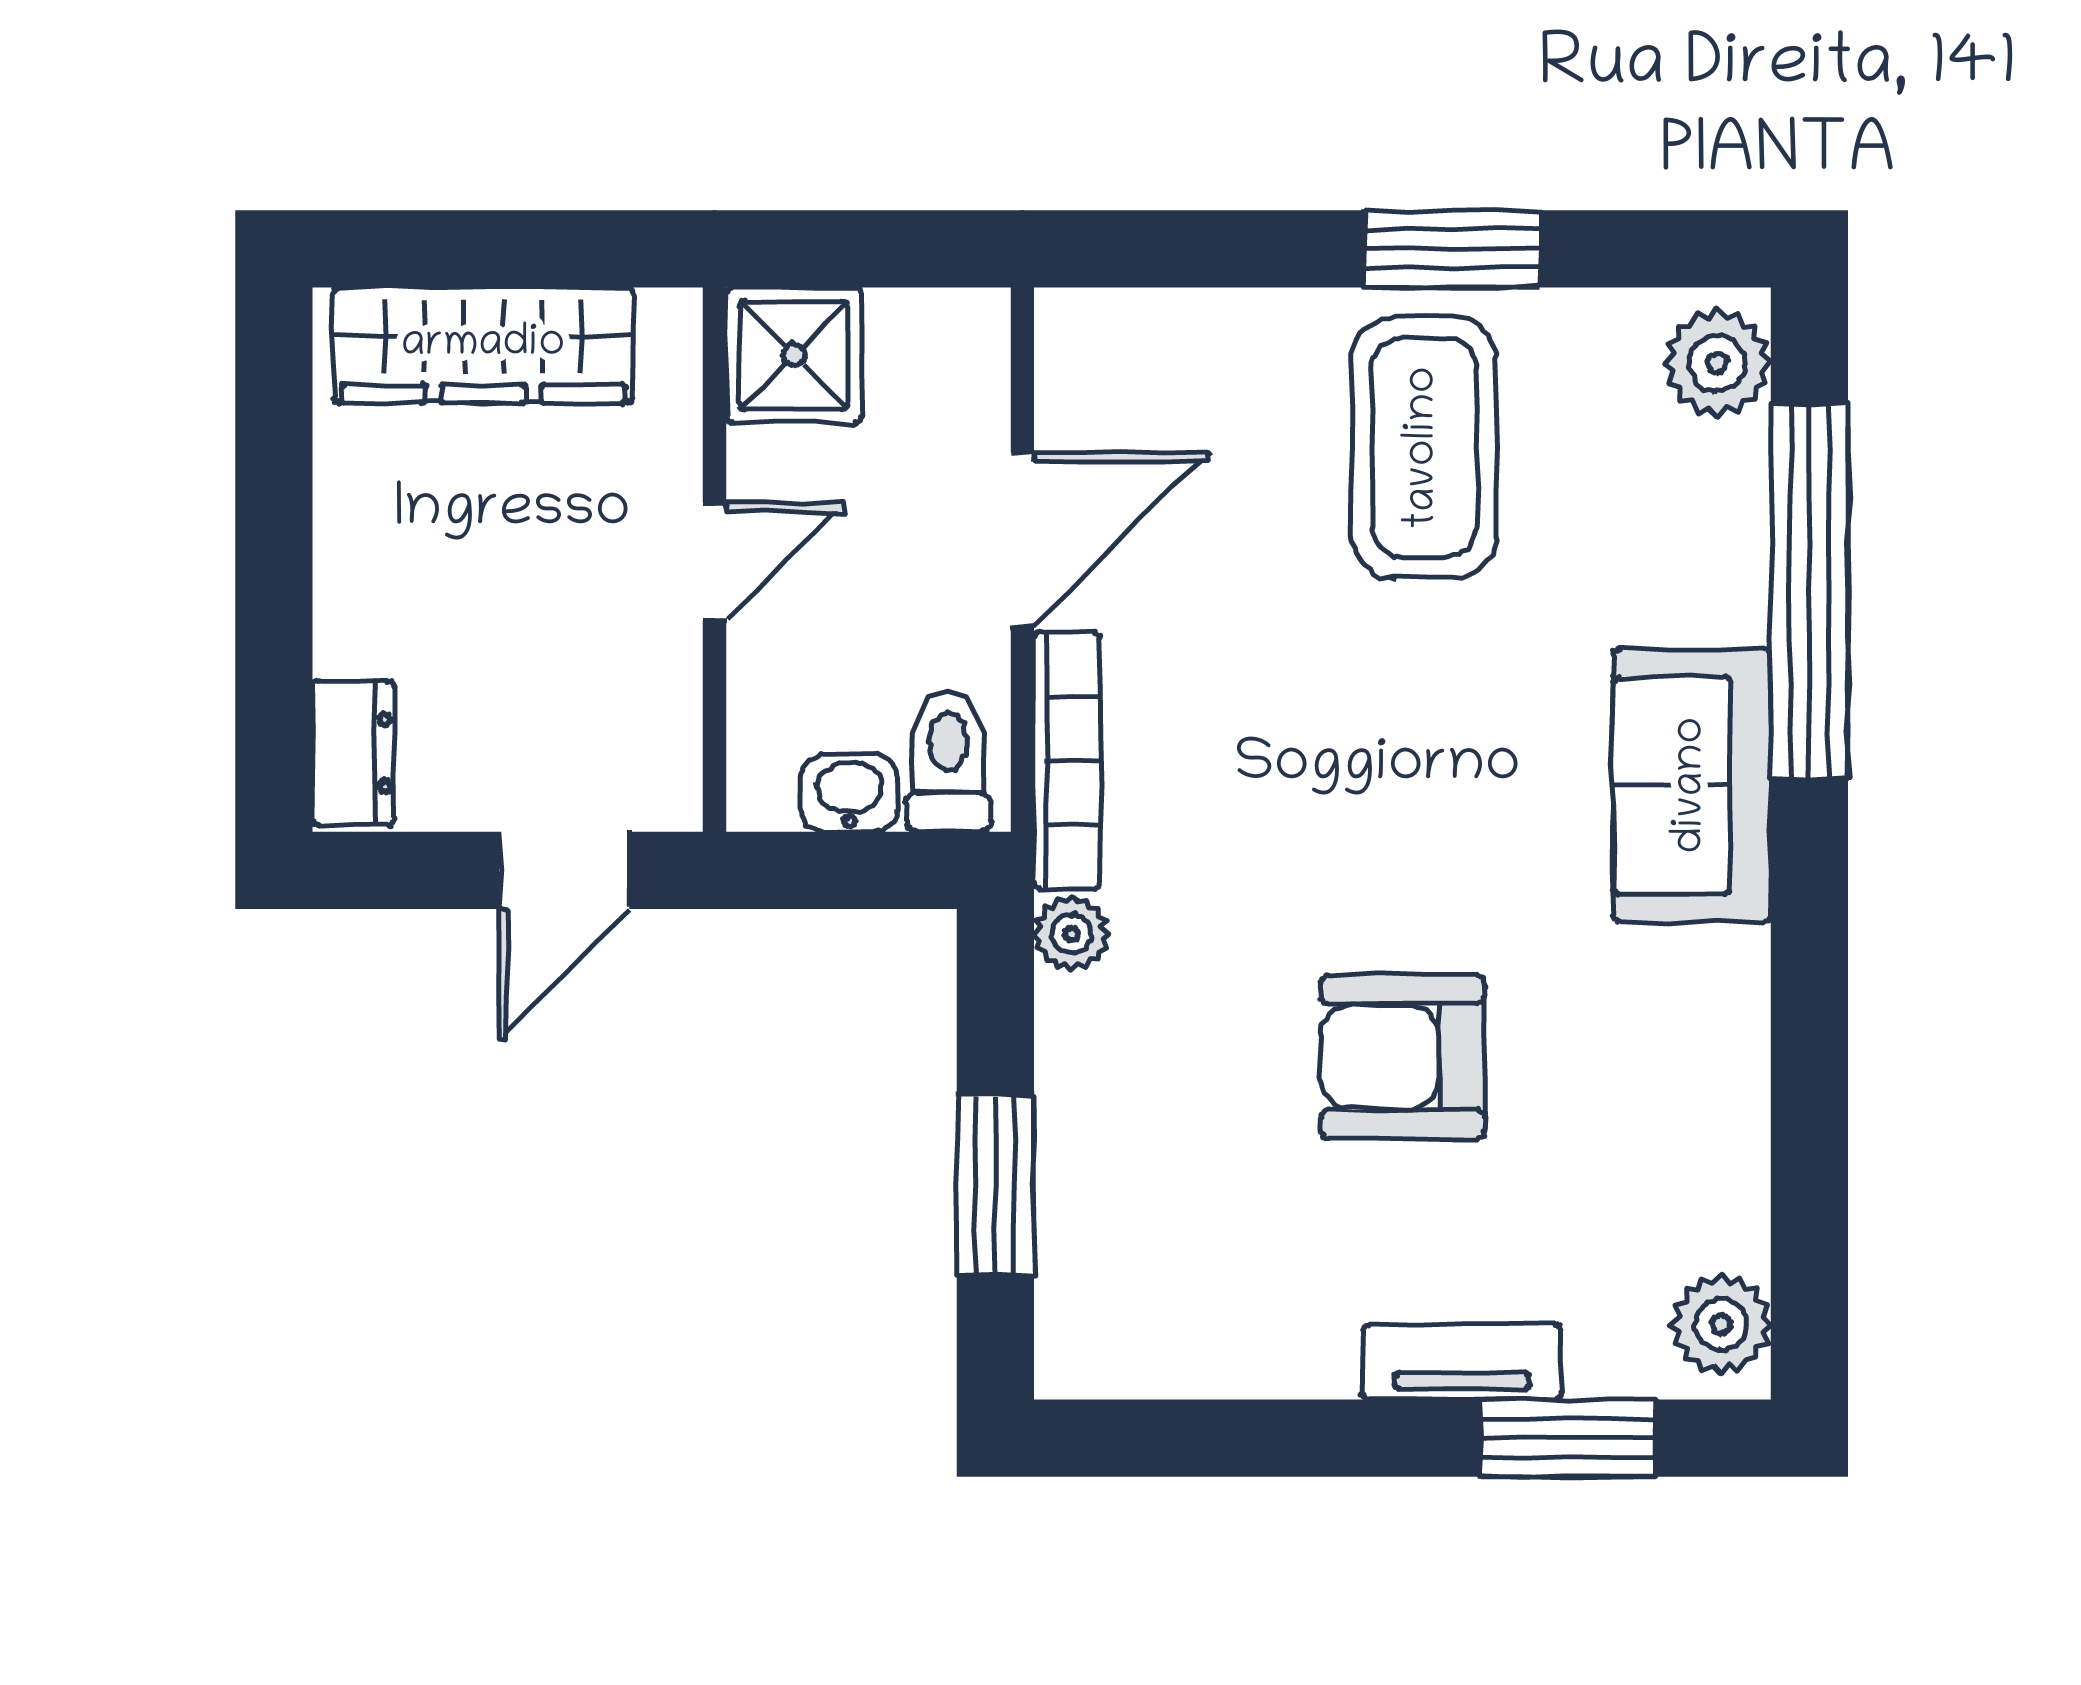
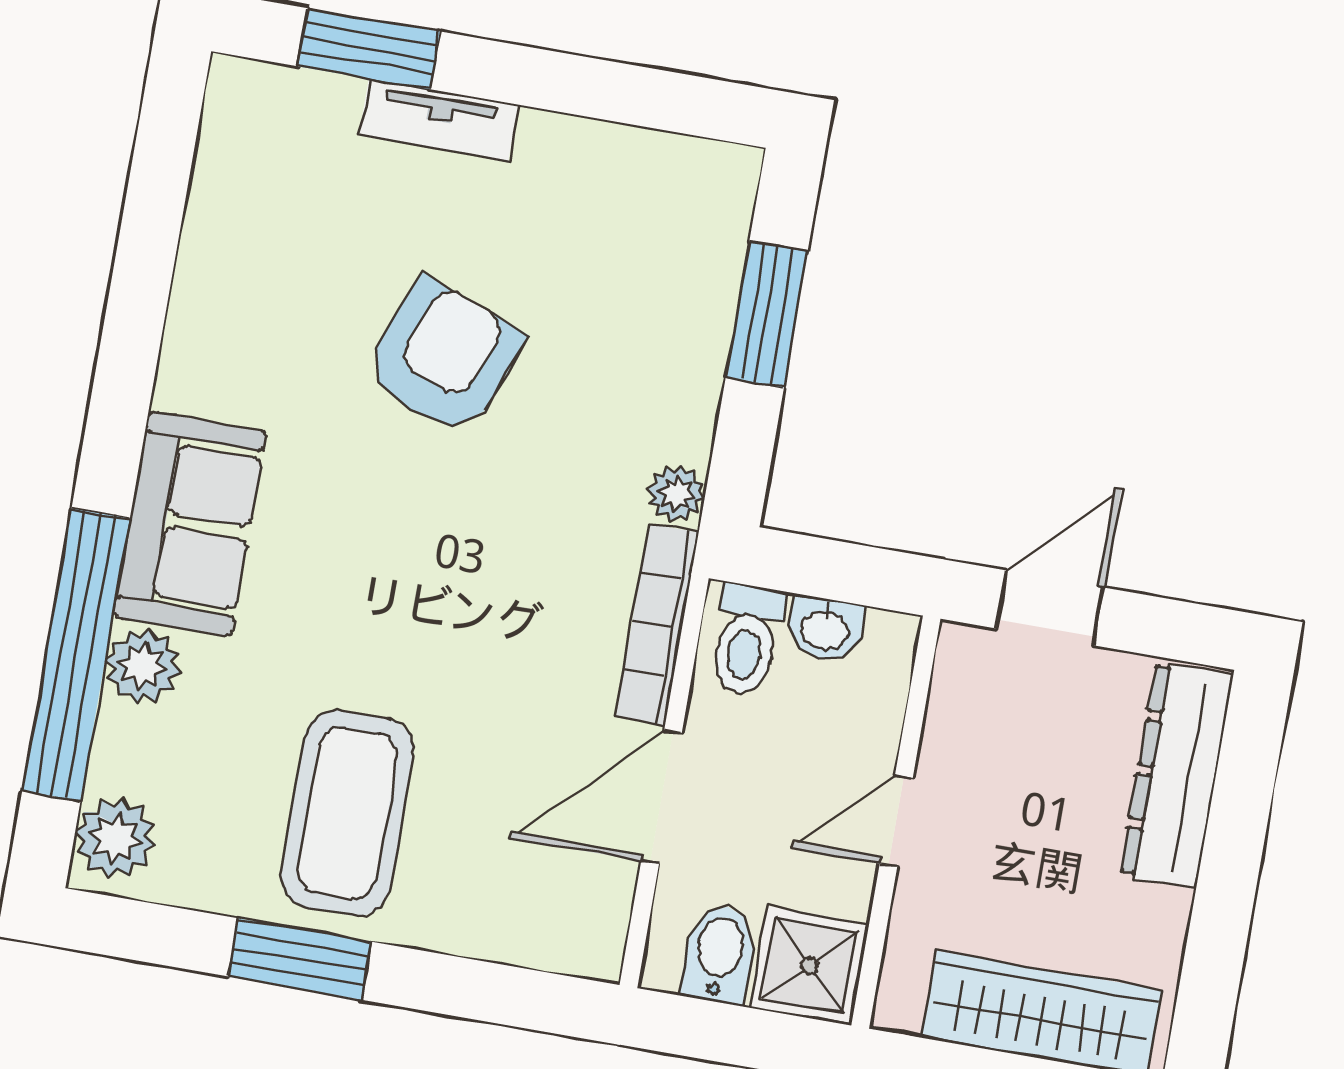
bidet: (912, 350) -> (719, 954), added
dresser: (353, 753) -> (1177, 775), width x1.96, depth x1.24
armchair: (1403, 1057) -> (443, 357), turned -69
plant: (1721, 1324) -> (143, 666), moved

